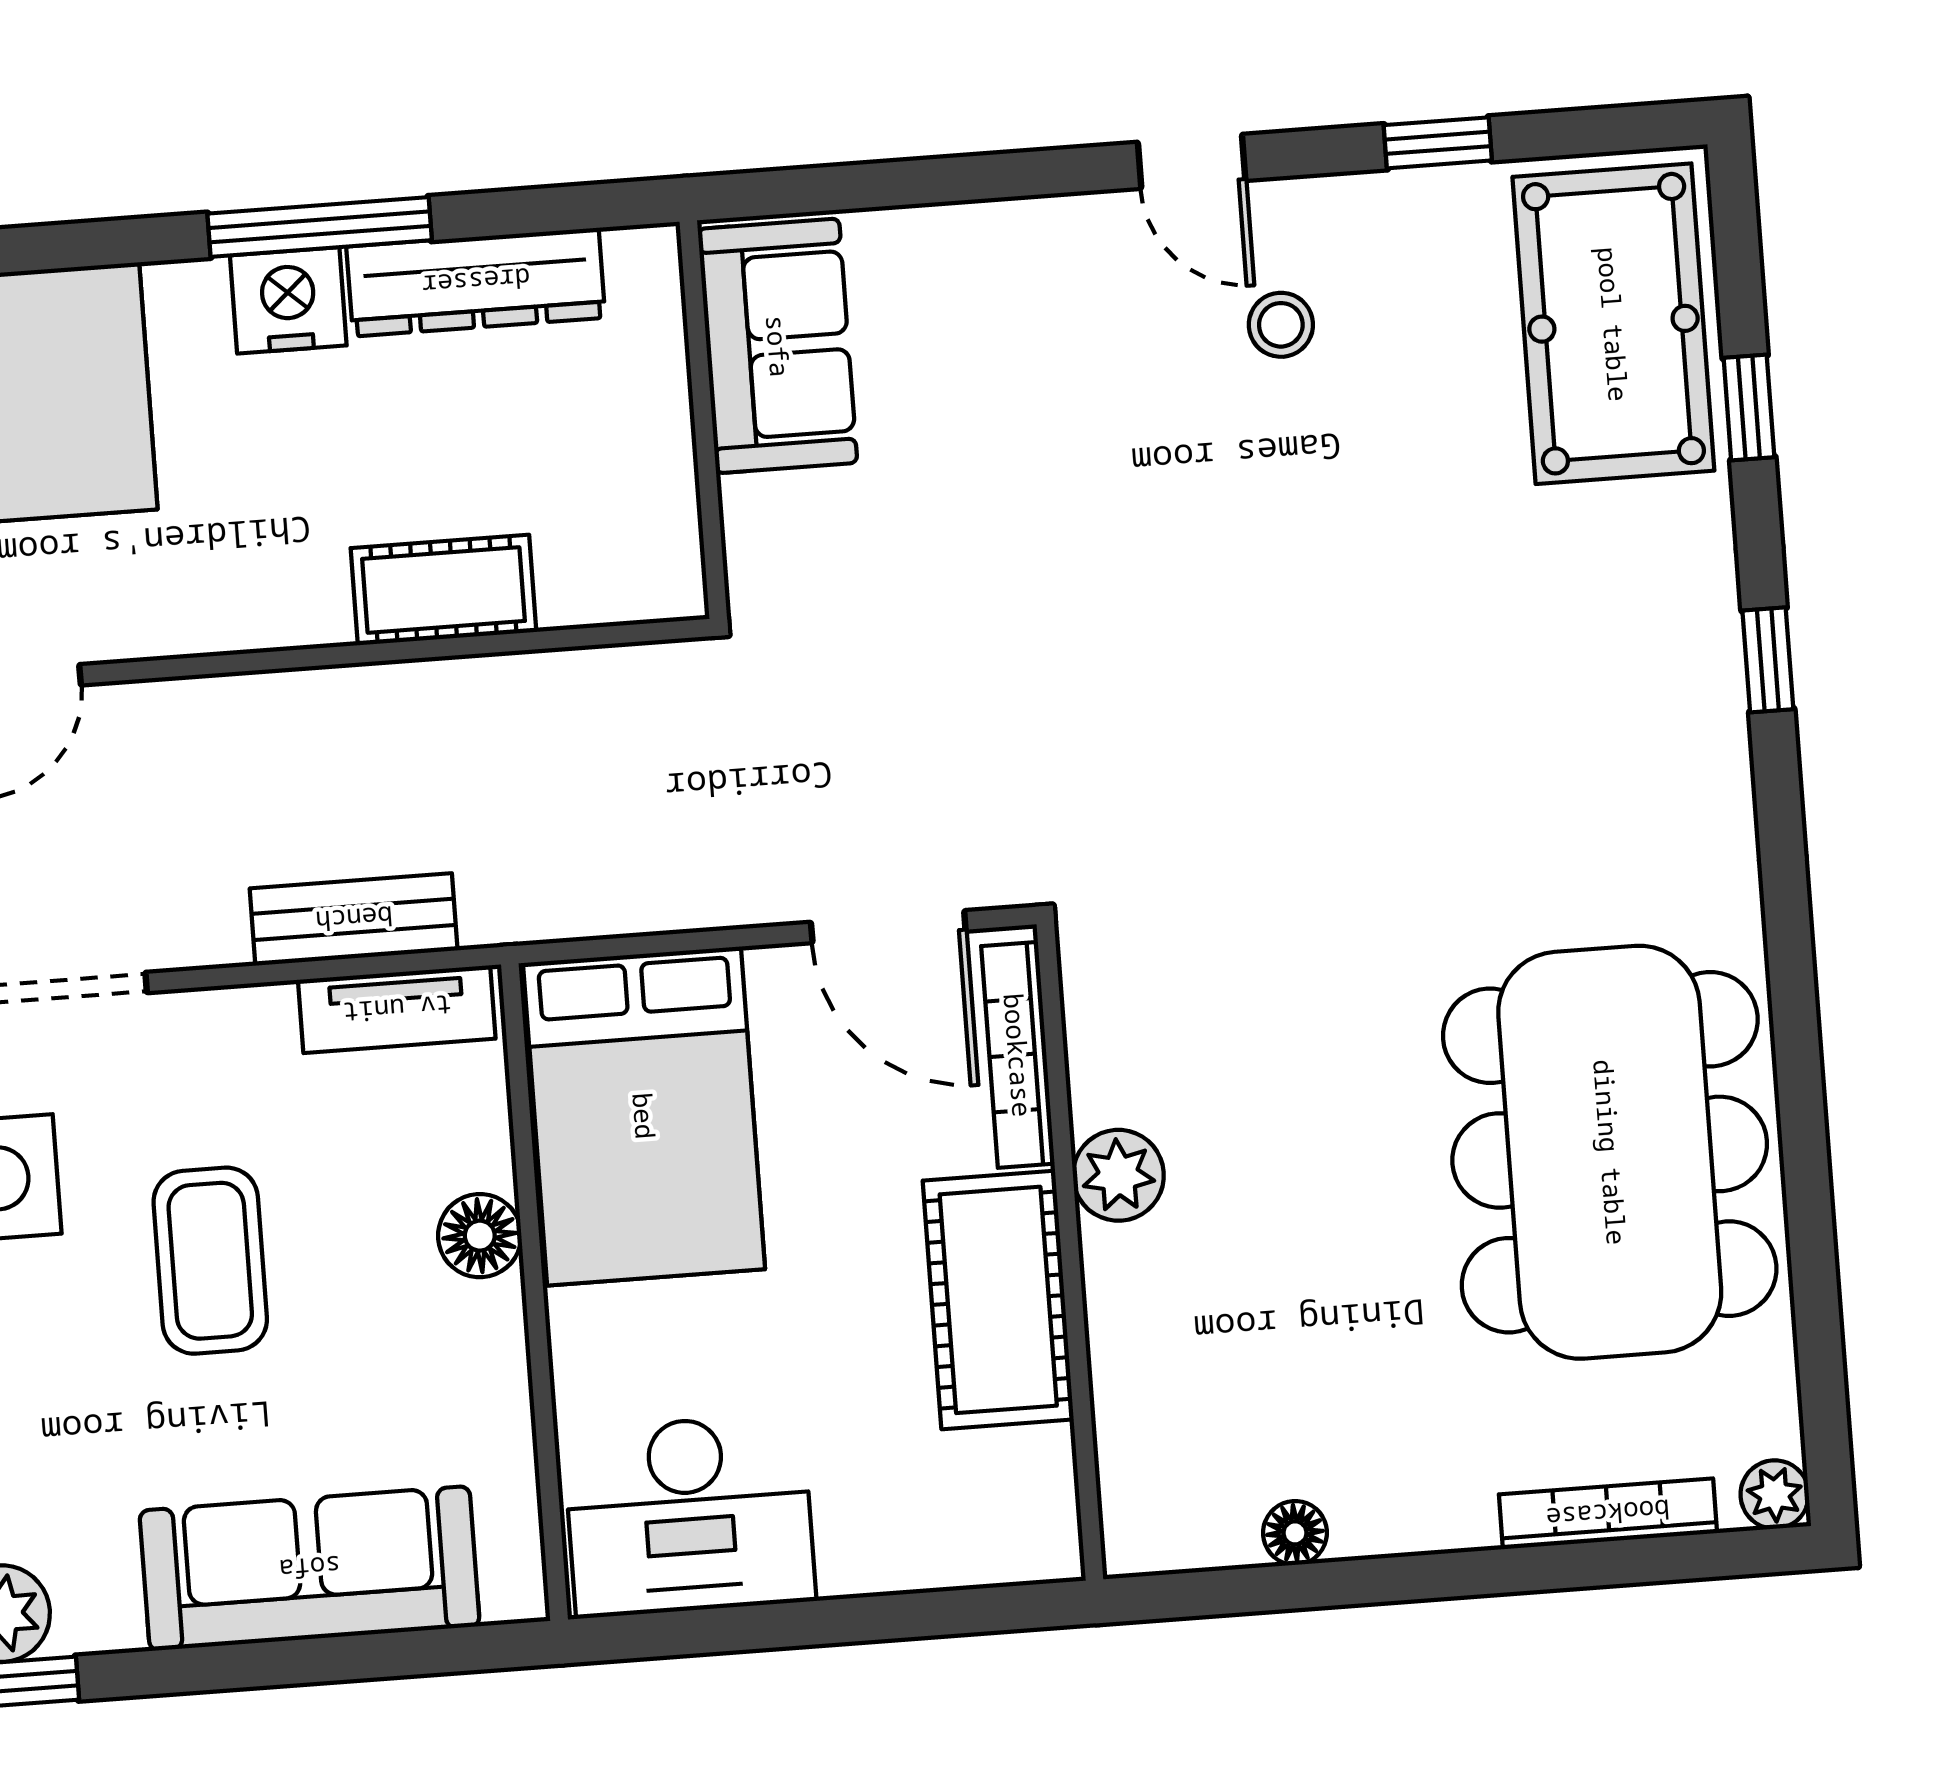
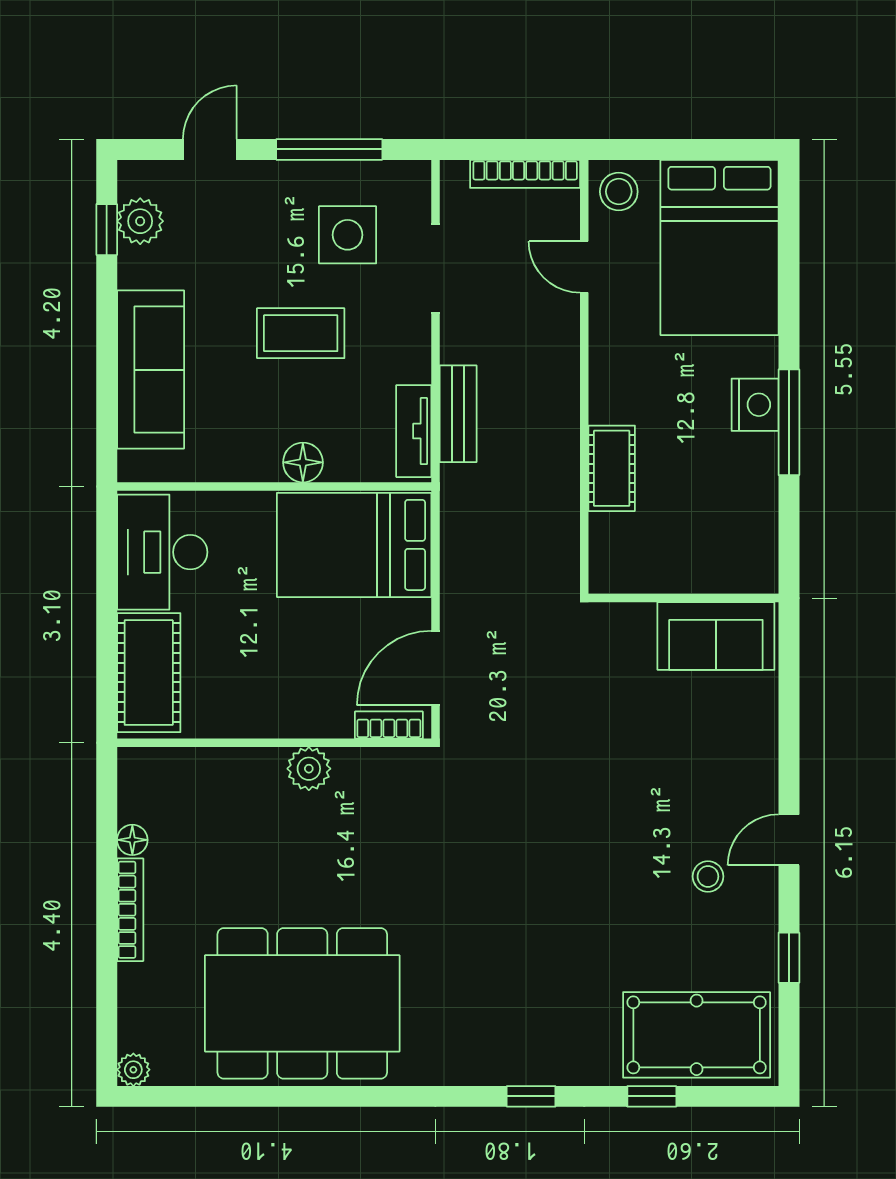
dresser: (476, 282) -> (757, 495), removed
bookcase: (1018, 1055) -> (389, 725), width x0.64
cot: (998, 1300) -> (149, 673), moved, turned 90
bookcase: (1608, 1514) -> (130, 910), moved

